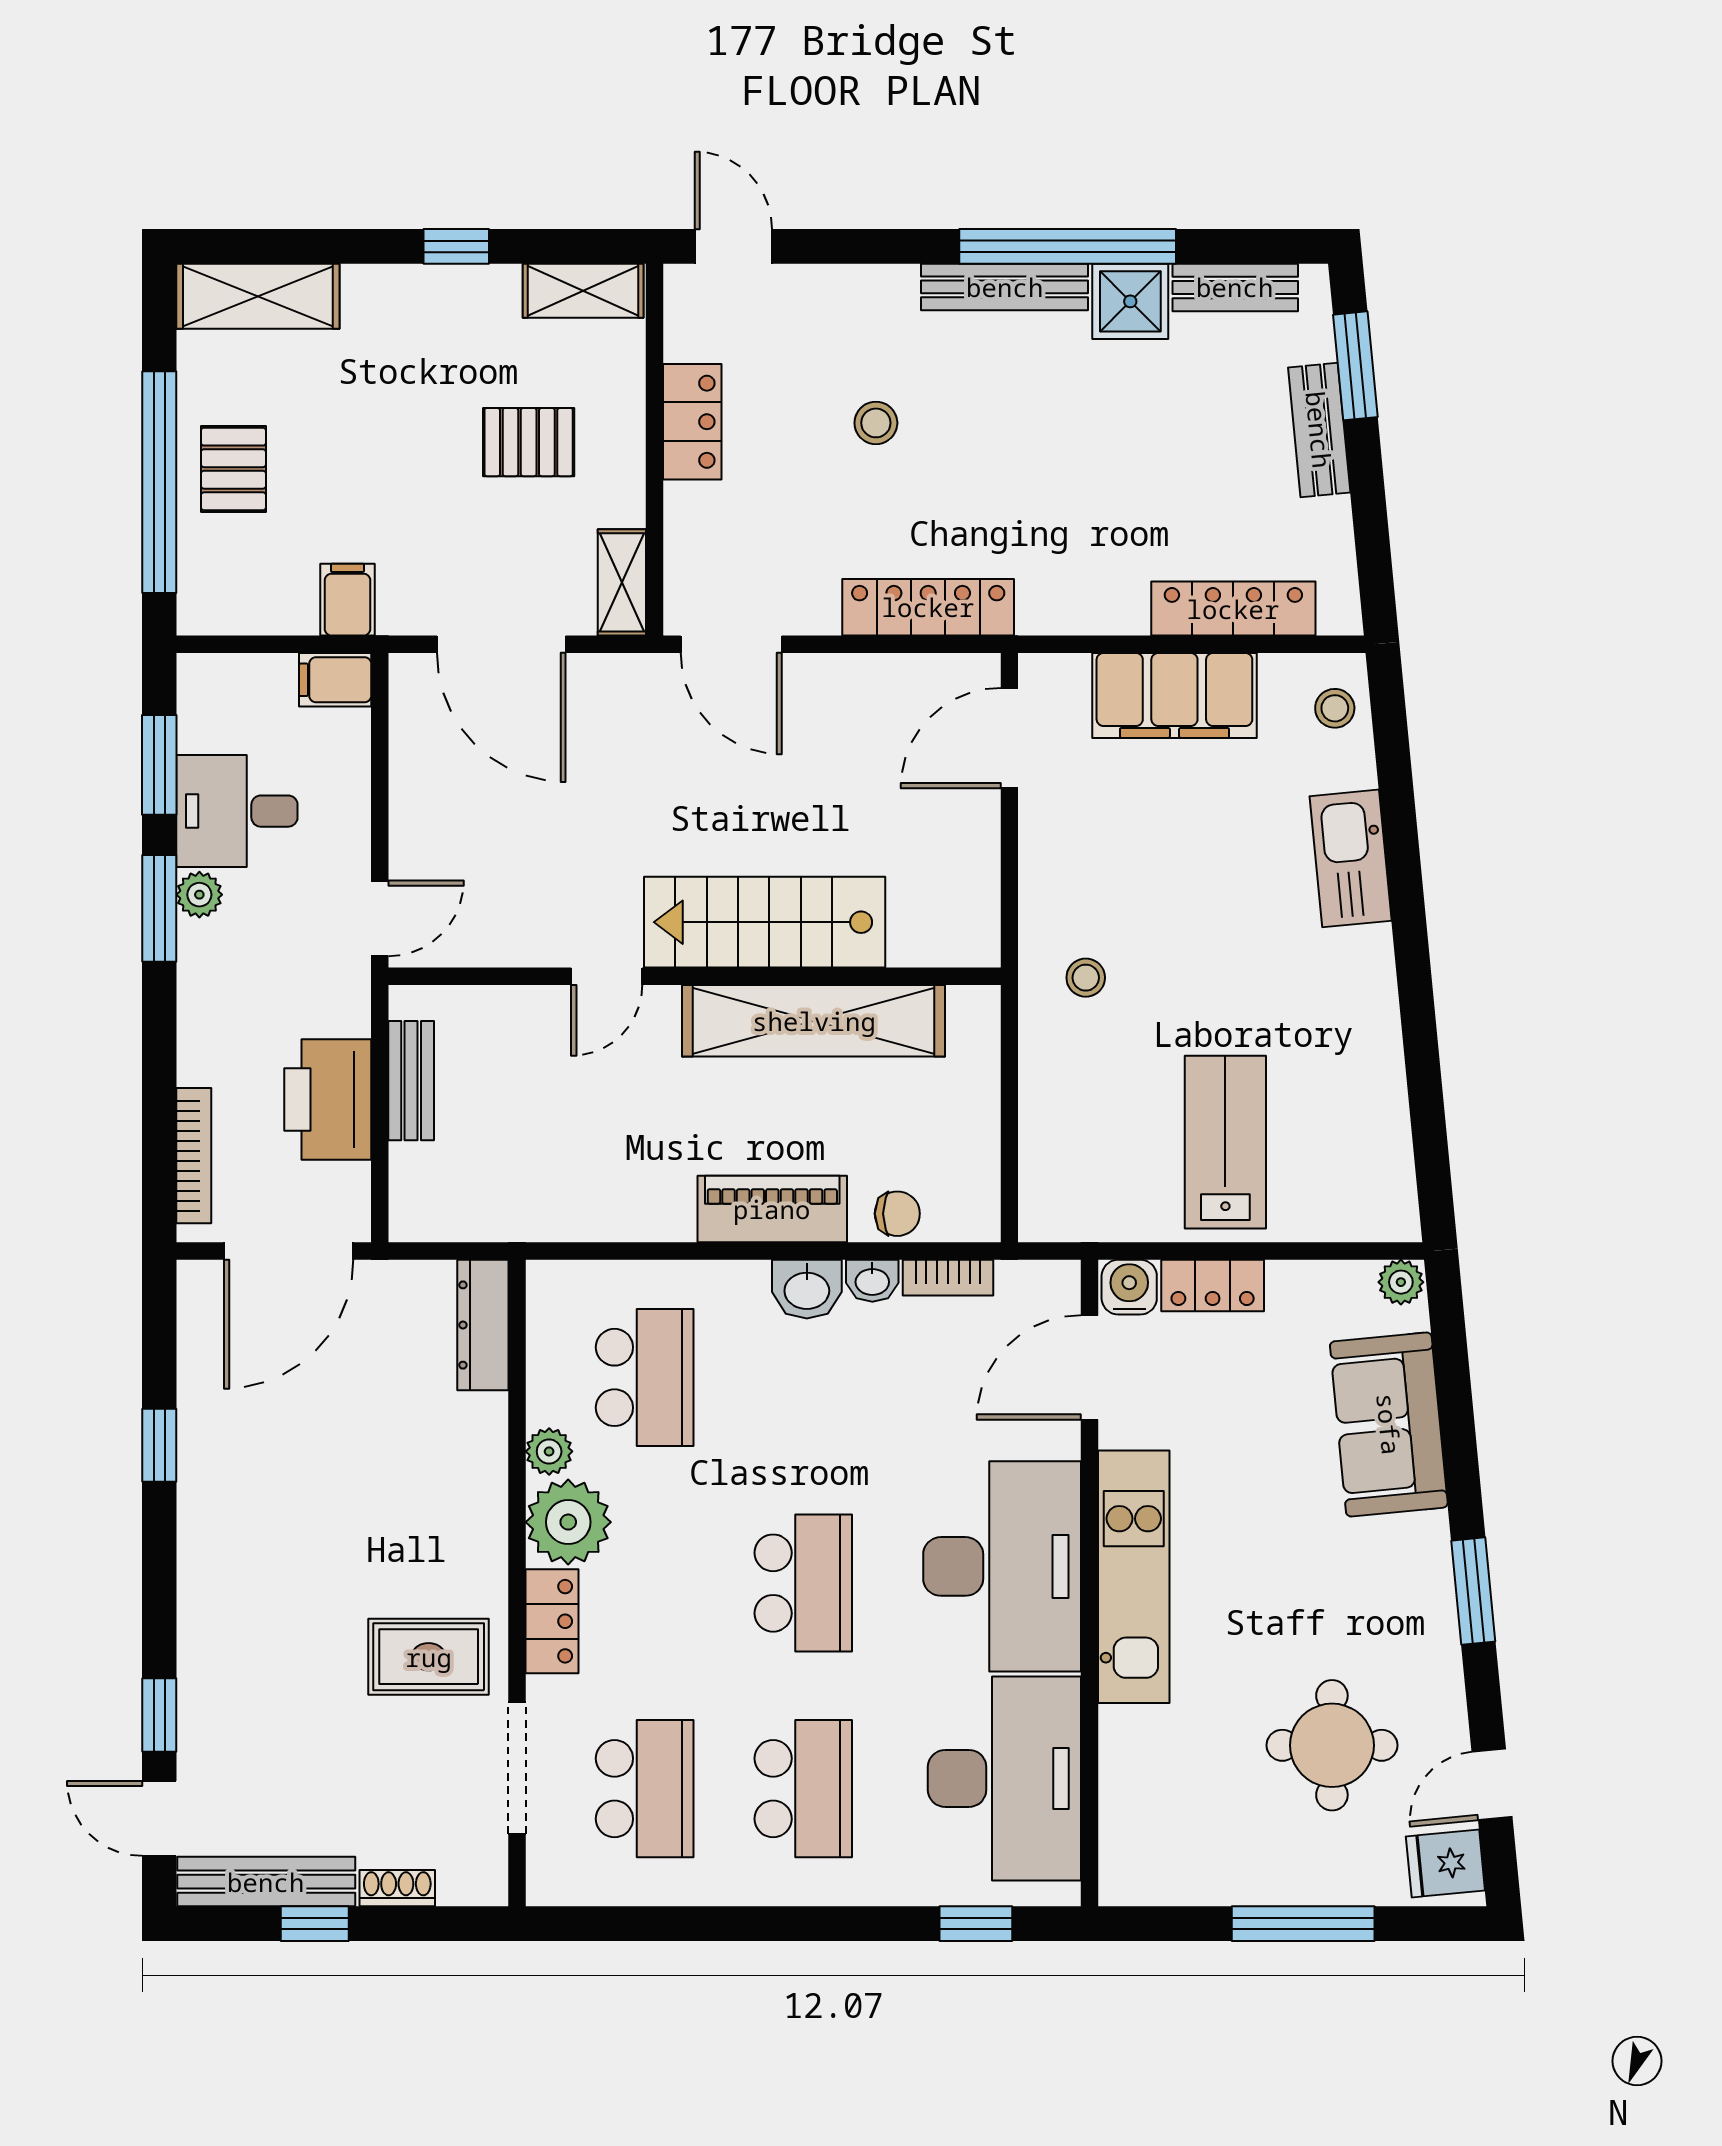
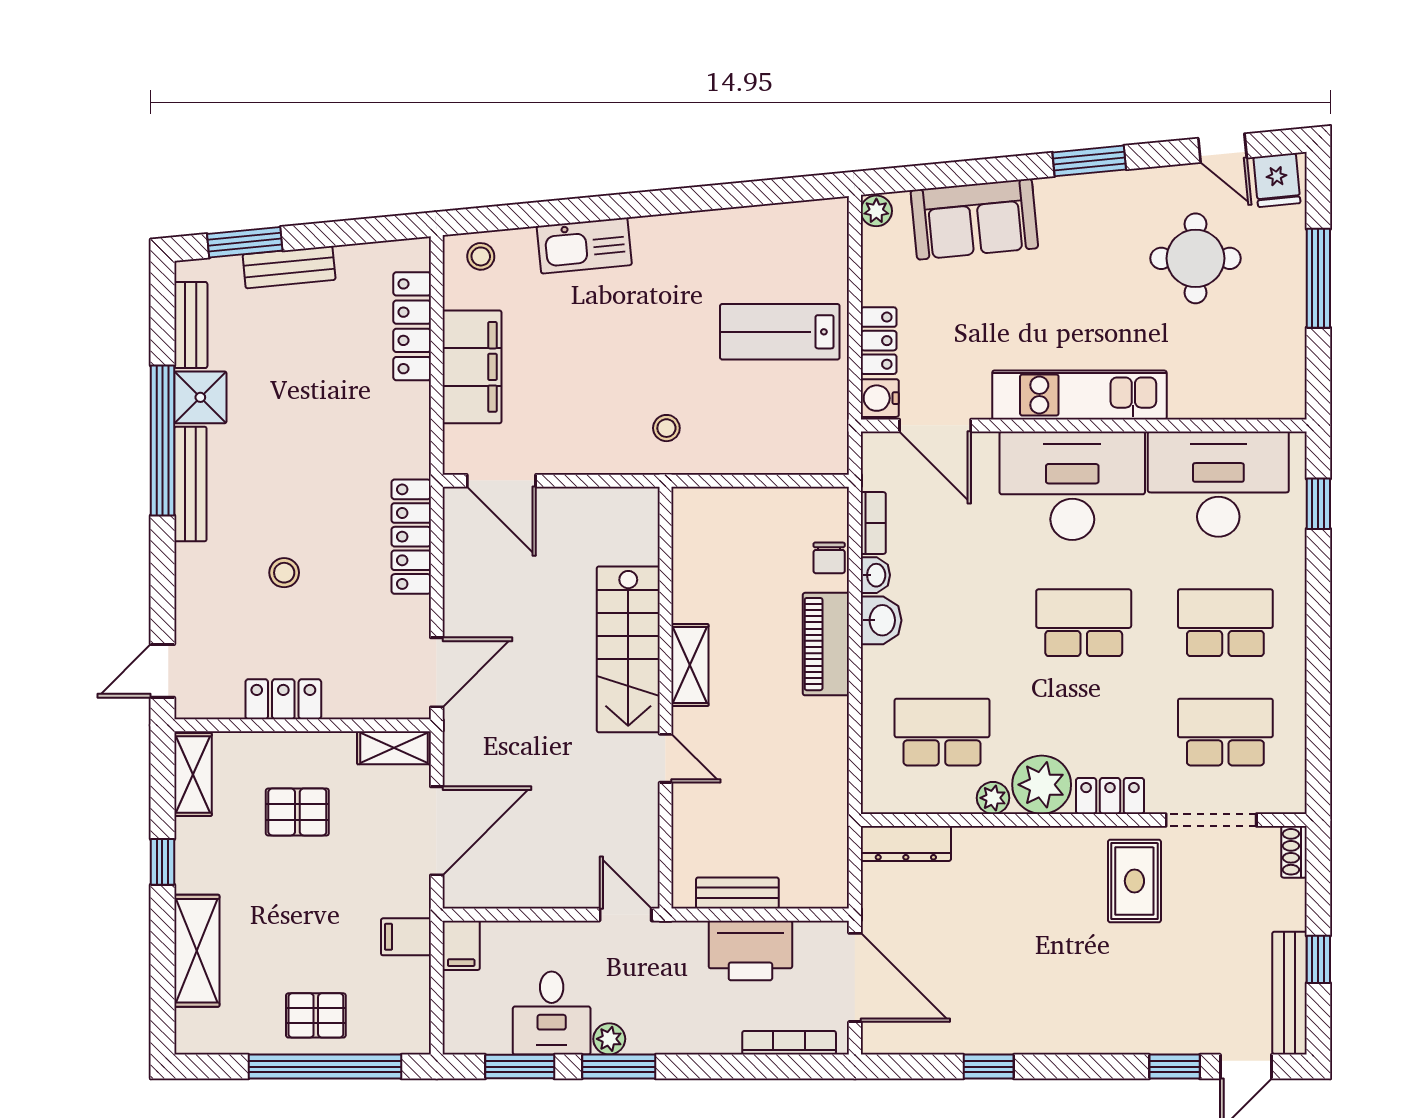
shelving: (258, 296) -> (197, 951), moved
pallet: (529, 442) -> (297, 812), turned 90
shelving: (814, 1021) -> (690, 665), width x0.45, depth x0.75
chair: (897, 1214) -> (829, 558), turned 180
shoe rack: (397, 1888) -> (1294, 852), moved

